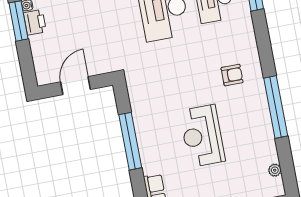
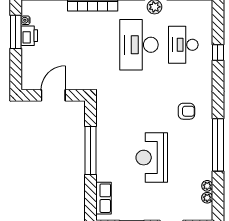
plant: (272, 156) -> (207, 186), added

